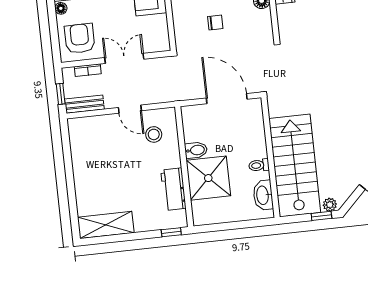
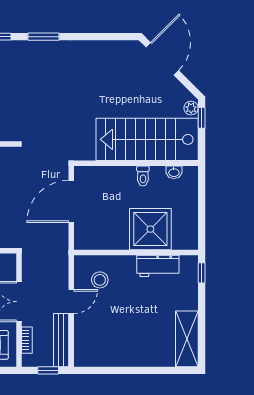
bench: (84, 104) -> (61, 340), width x1.36
bidet: (196, 150) -> (121, 239), removed
washbasin: (263, 195) -> (174, 172), width x0.52, depth x0.69

